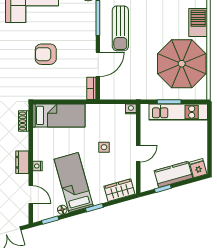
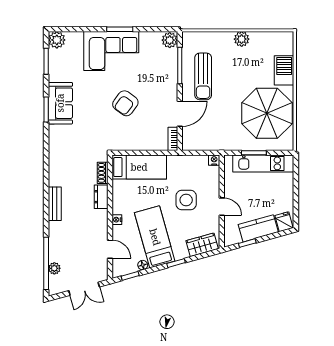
armchair: (46, 54) -> (125, 103), turned -54
side table: (104, 147) -> (186, 200), width x1.87, depth x1.87
door: (138, 154) -> (222, 207), hinge flipped
dresser: (22, 162) -> (101, 197), moved

